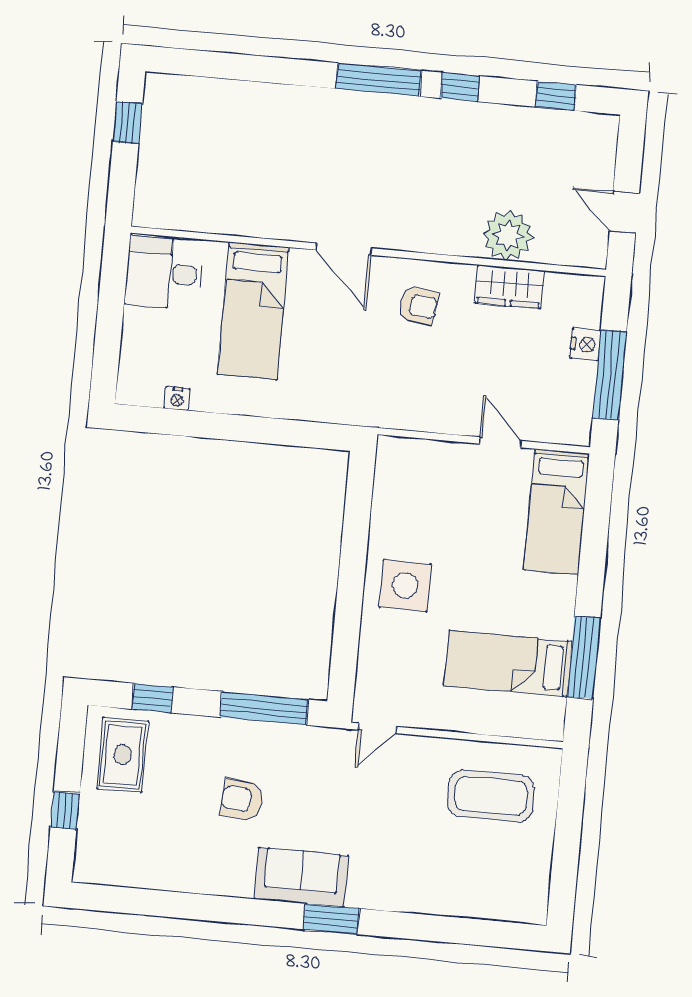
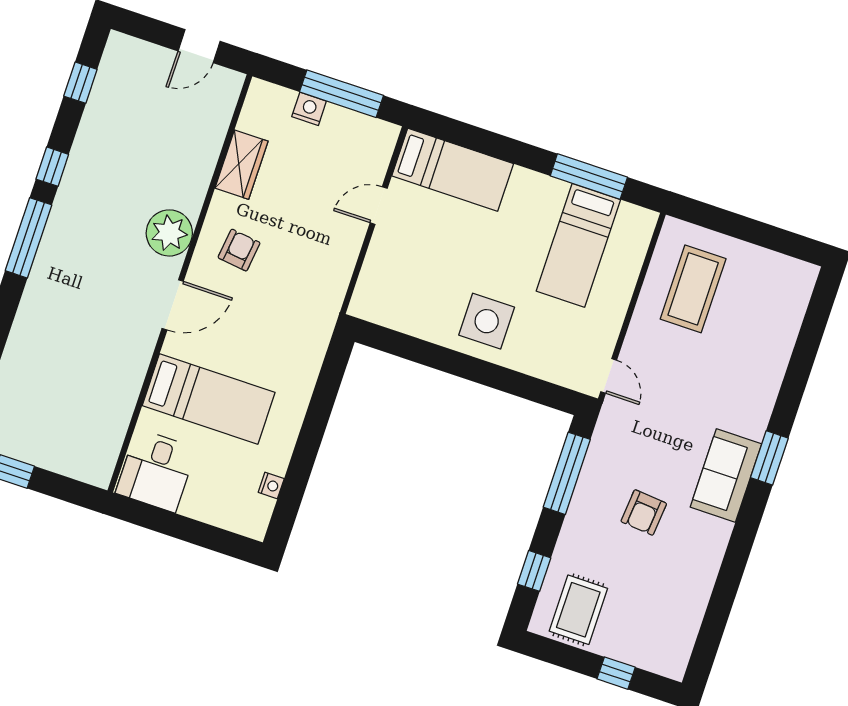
plant: (508, 236) -> (169, 233), moved
rug: (123, 755) -> (578, 610), turned 90

